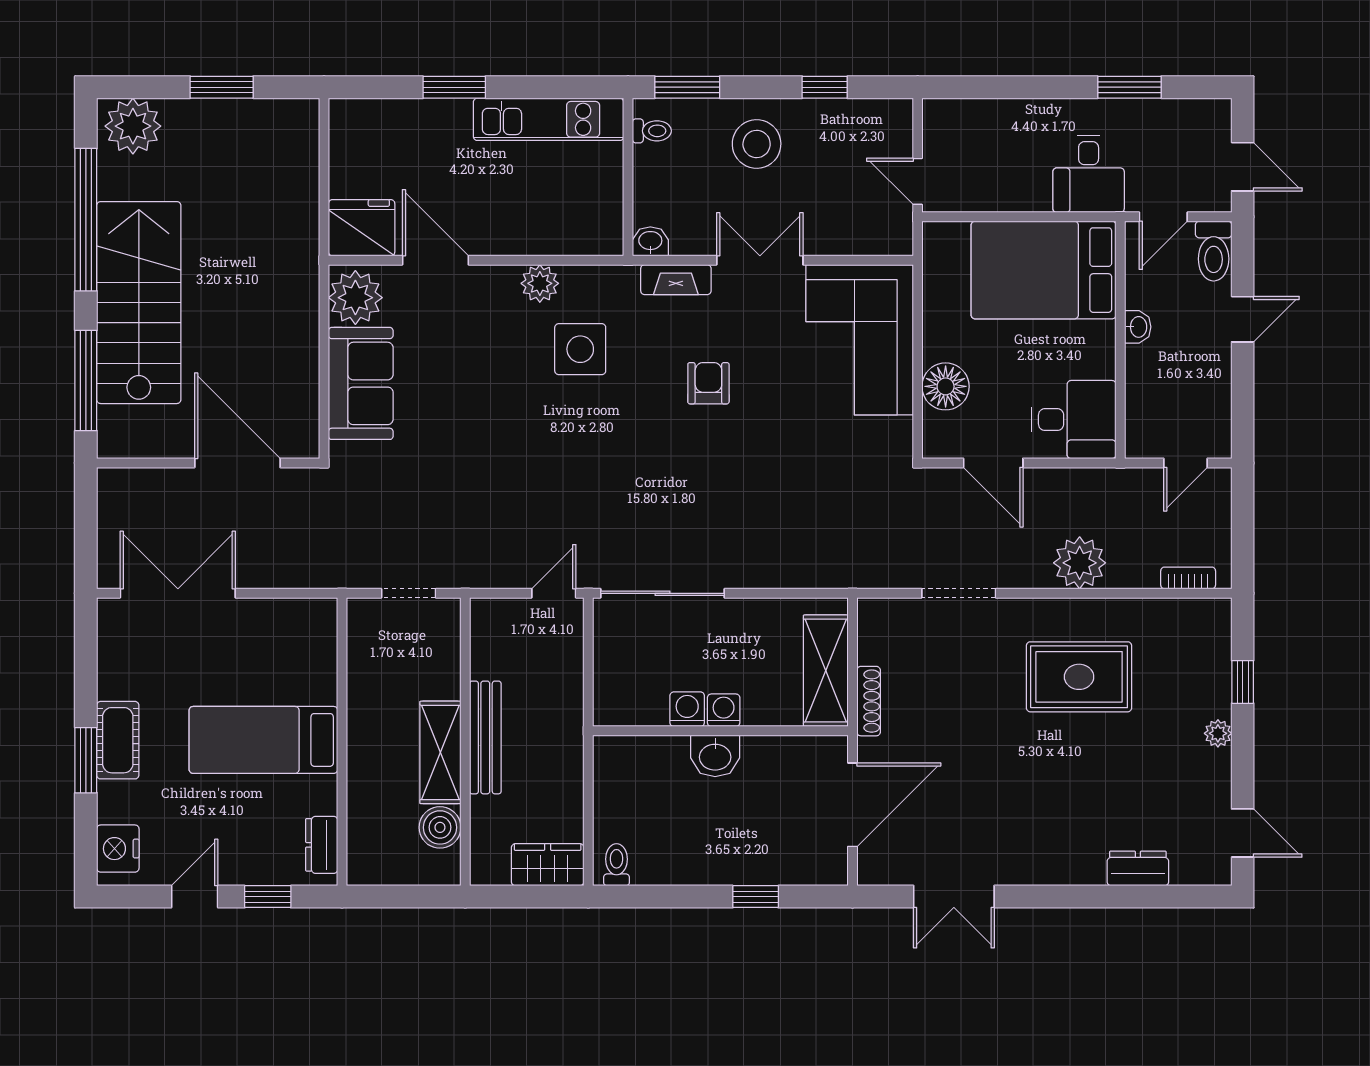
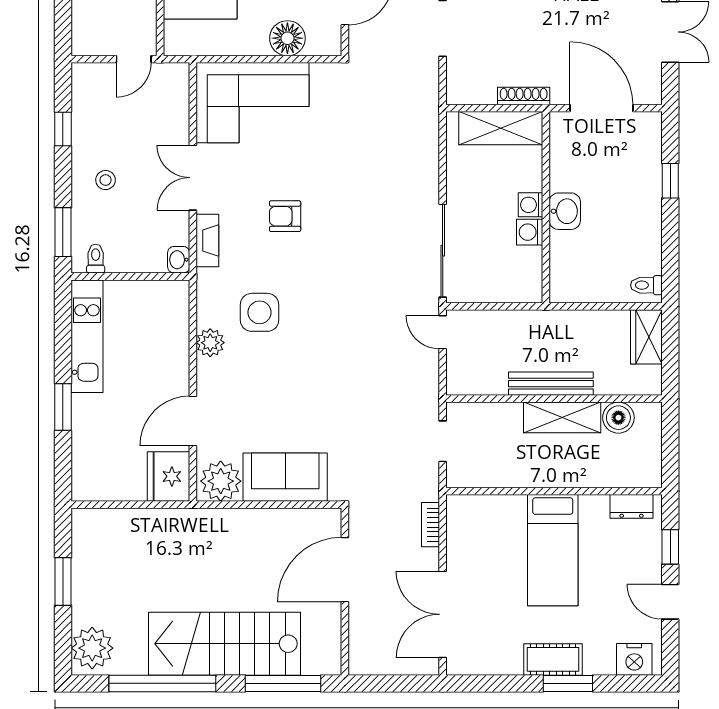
stool: (757, 144) -> (106, 180), width x0.53, depth x0.53
bookcase: (297, 577) -> (431, 525), added

